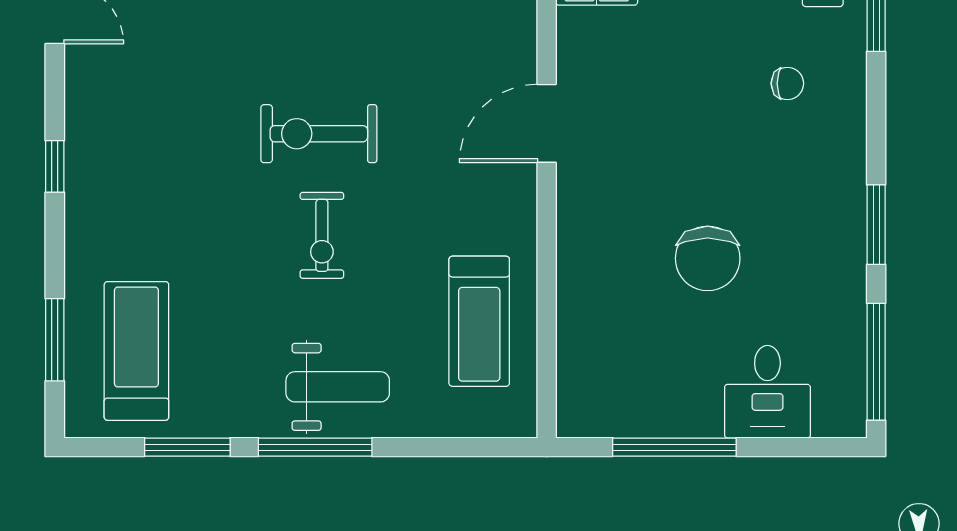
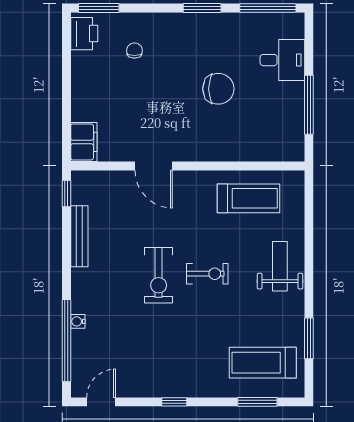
window: (315, 447) -> (309, 277), removed

